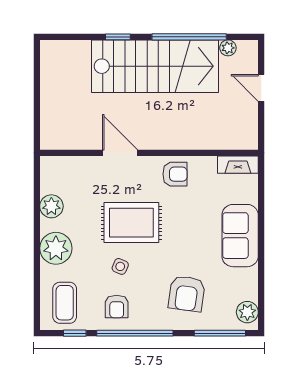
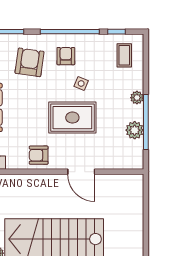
window: (37, 217) -> (146, 122), added
plant: (56, 248) -> (137, 98), width x0.53, depth x0.53
coffee table: (65, 303) -> (124, 55), width x0.73, depth x0.77
armchair: (117, 306) -> (66, 56), moved

